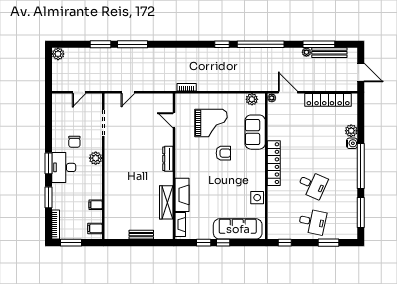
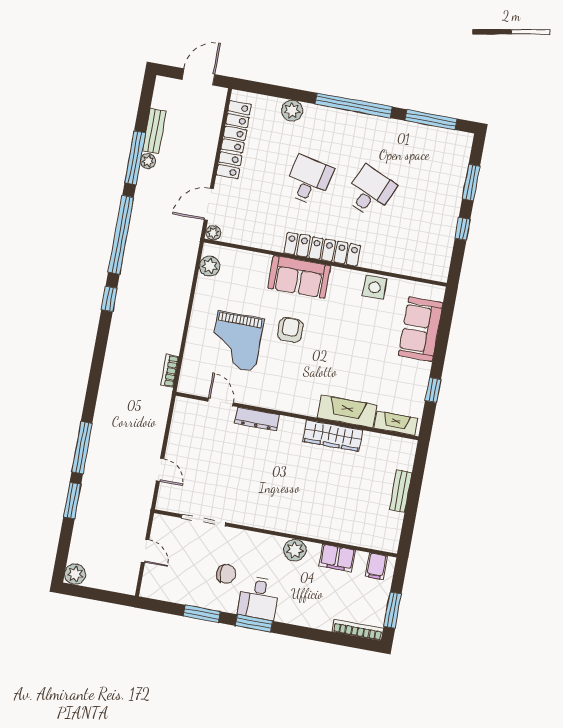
window: (319, 44) -> (135, 158), moved
bench: (329, 53) -> (154, 131), width x0.73
door: (174, 120) -> (221, 402), swing flipped
grand piano: (211, 123) -> (236, 341), turned 180
sofa: (255, 132) -> (299, 277), moved
water cooler: (352, 143) -> (313, 113), removed
plant: (96, 158) -> (295, 550), moved
dresser: (168, 159) -> (257, 419), moved
desk: (64, 167) -> (259, 598), width x0.73
window: (49, 197) -> (202, 614), moved
wardrobe: (166, 202) -> (333, 436), moved
filing cabinet: (96, 205) -> (337, 558), width x2.00
desk: (312, 222) -> (309, 180), moved
sofa: (238, 229) -> (421, 329), width x0.73
window: (223, 243) -> (439, 357), removed
window: (285, 243) -> (463, 229), moved

